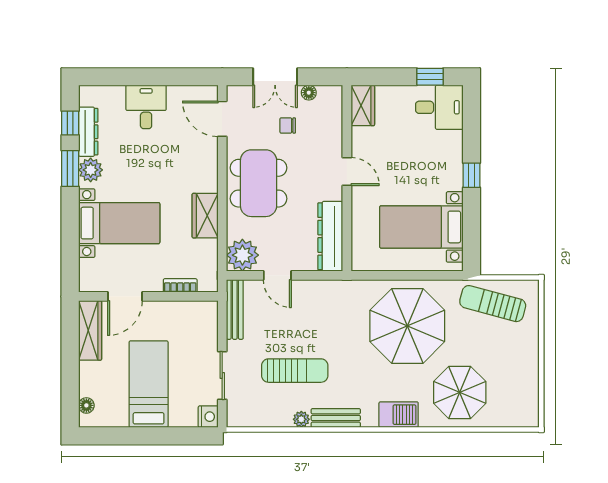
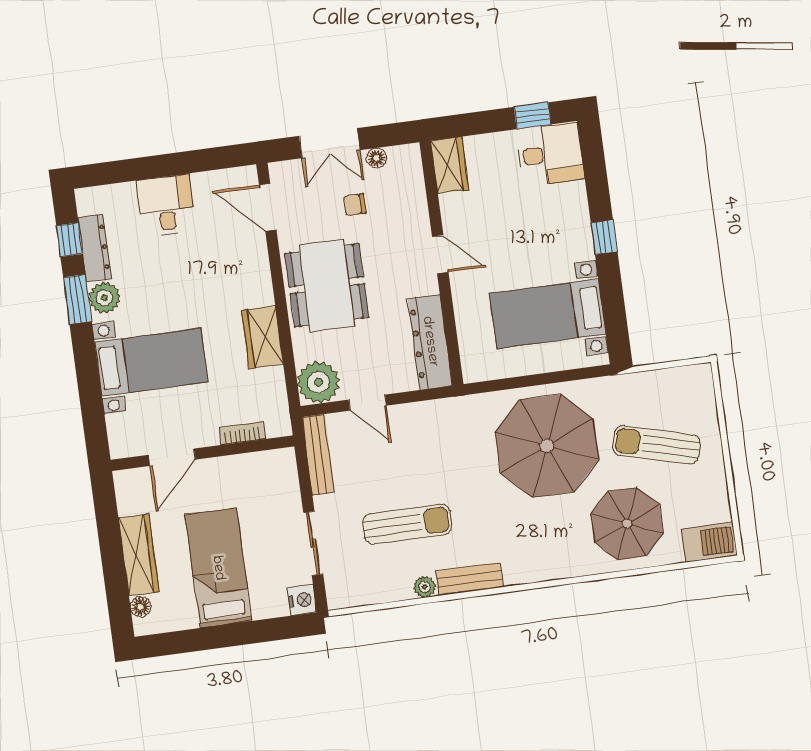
sun lounger: (493, 304) -> (657, 445), moved
wardrobe: (90, 330) -> (139, 555), moved
barbecue: (399, 415) -> (709, 542), moved

